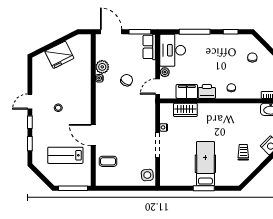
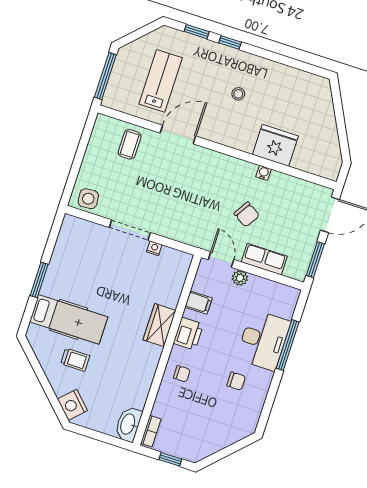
window: (231, 32) -> (269, 401), removed
row of seats: (149, 47) -> (264, 259), moved
desk: (173, 50) -> (263, 340), moved, turned 90
fridge: (59, 55) -> (275, 145), moved, turned 117
chair: (252, 57) -> (236, 381), moved
plant: (102, 67) -> (280, 183), removed
filing cabinet: (187, 91) -> (199, 303), width x0.50
door: (30, 102) -> (262, 53), removed
wardrobe: (185, 110) -> (159, 325), moved
hospital bed: (205, 164) -> (69, 319), moved

